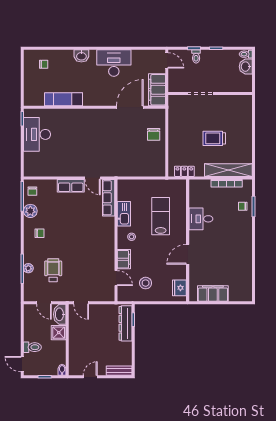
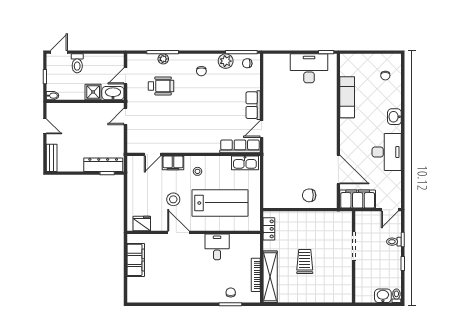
kitchen sink: (124, 214) -> (245, 163), moved
lab bench: (161, 216) -> (220, 203), width x1.36, depth x1.39
stool: (146, 283) -> (173, 199), moved

